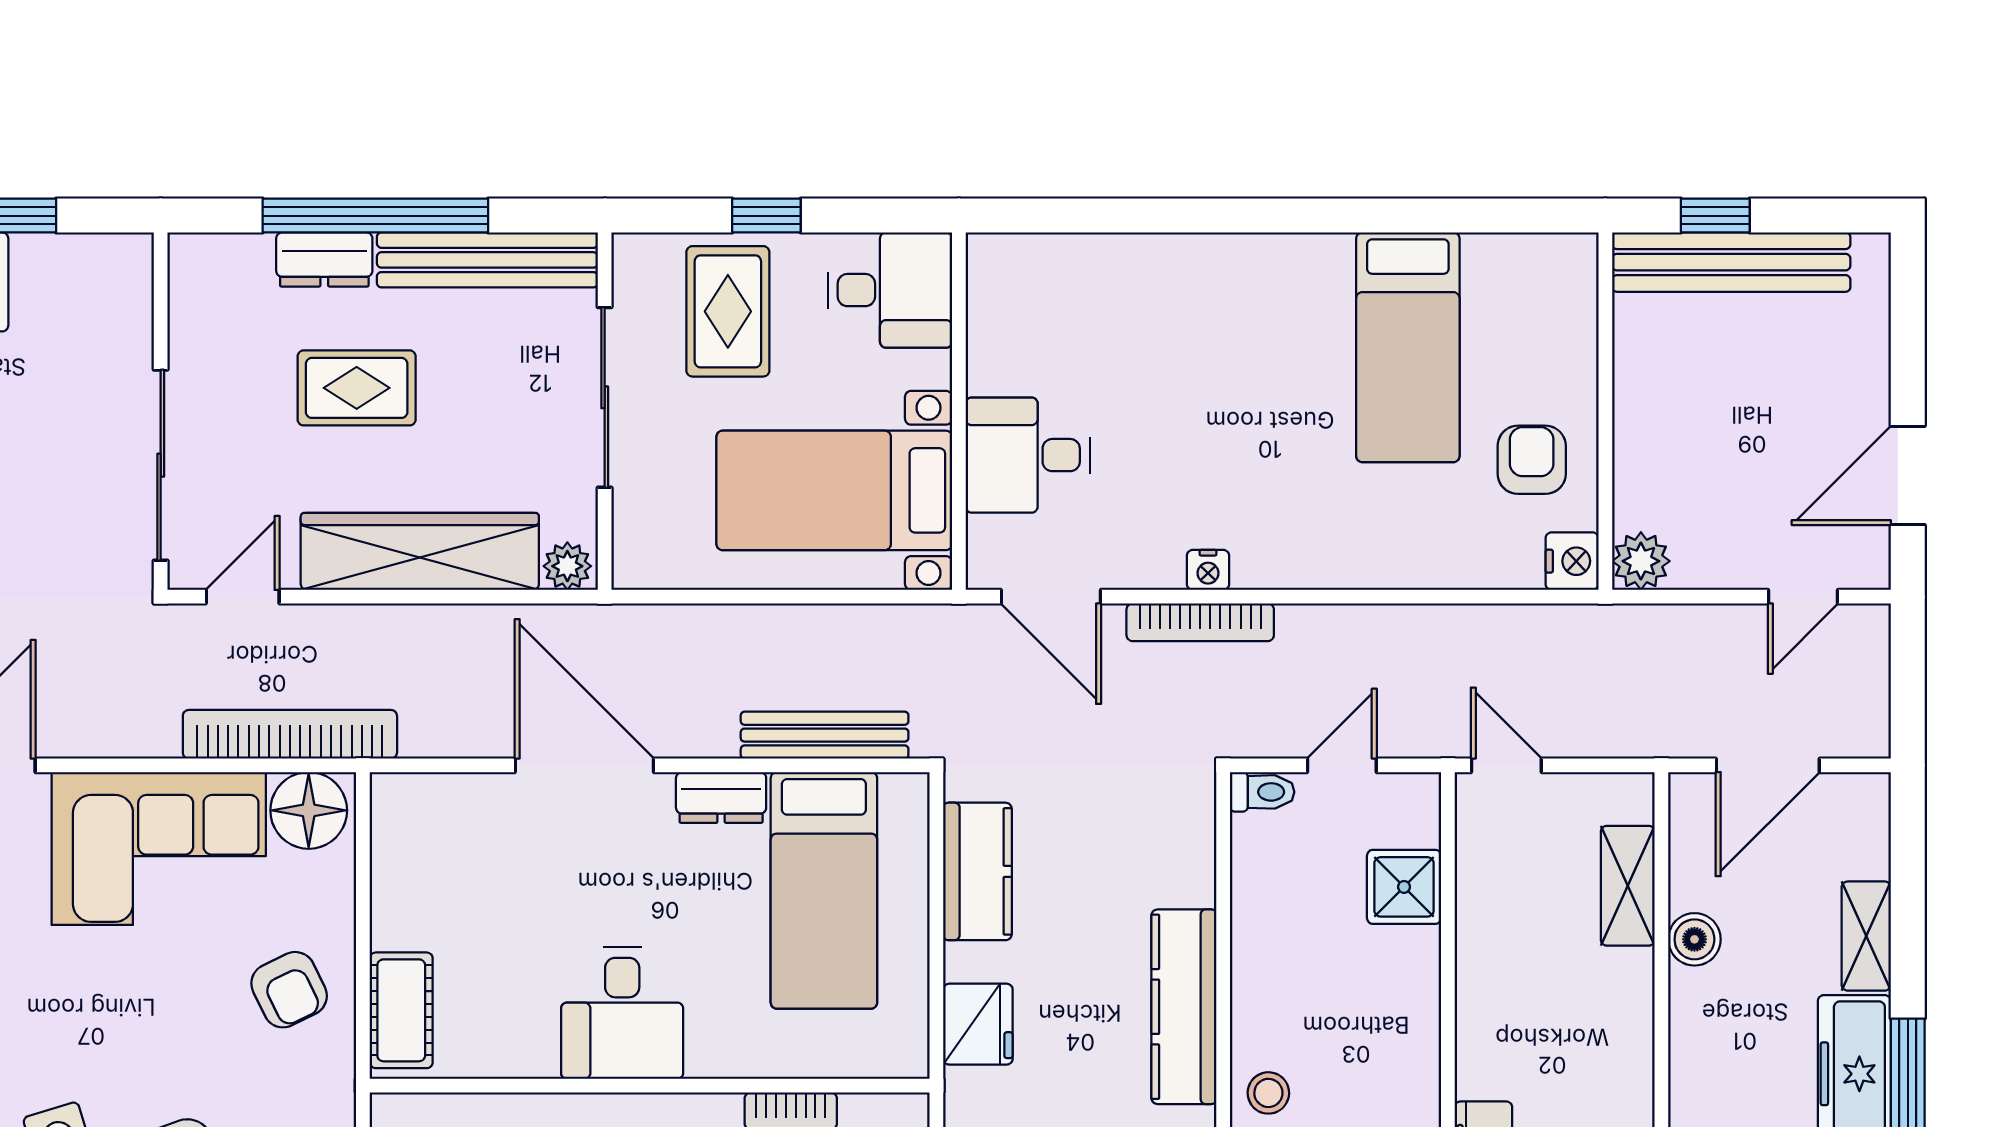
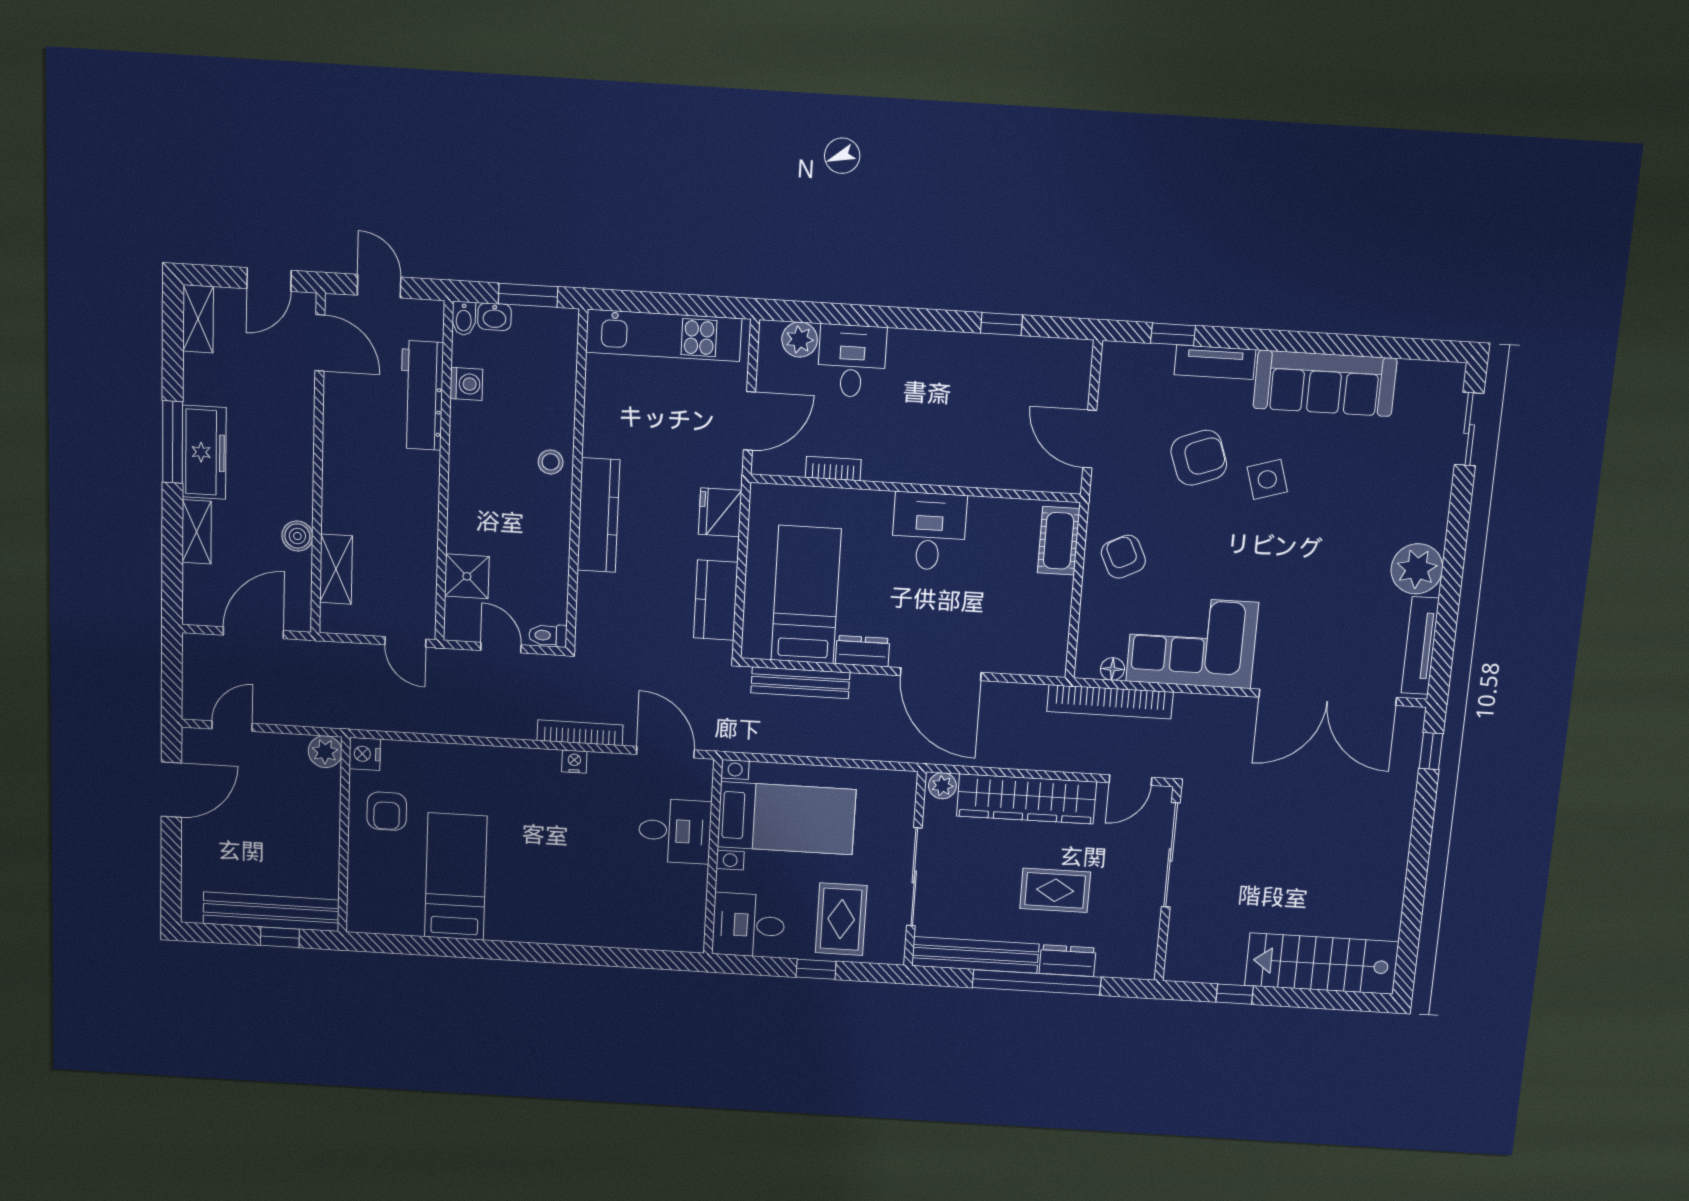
door: (1342, 765) -> (501, 648), swing flipped
floor lamp: (309, 810) -> (1112, 669), width x0.53, depth x0.53

